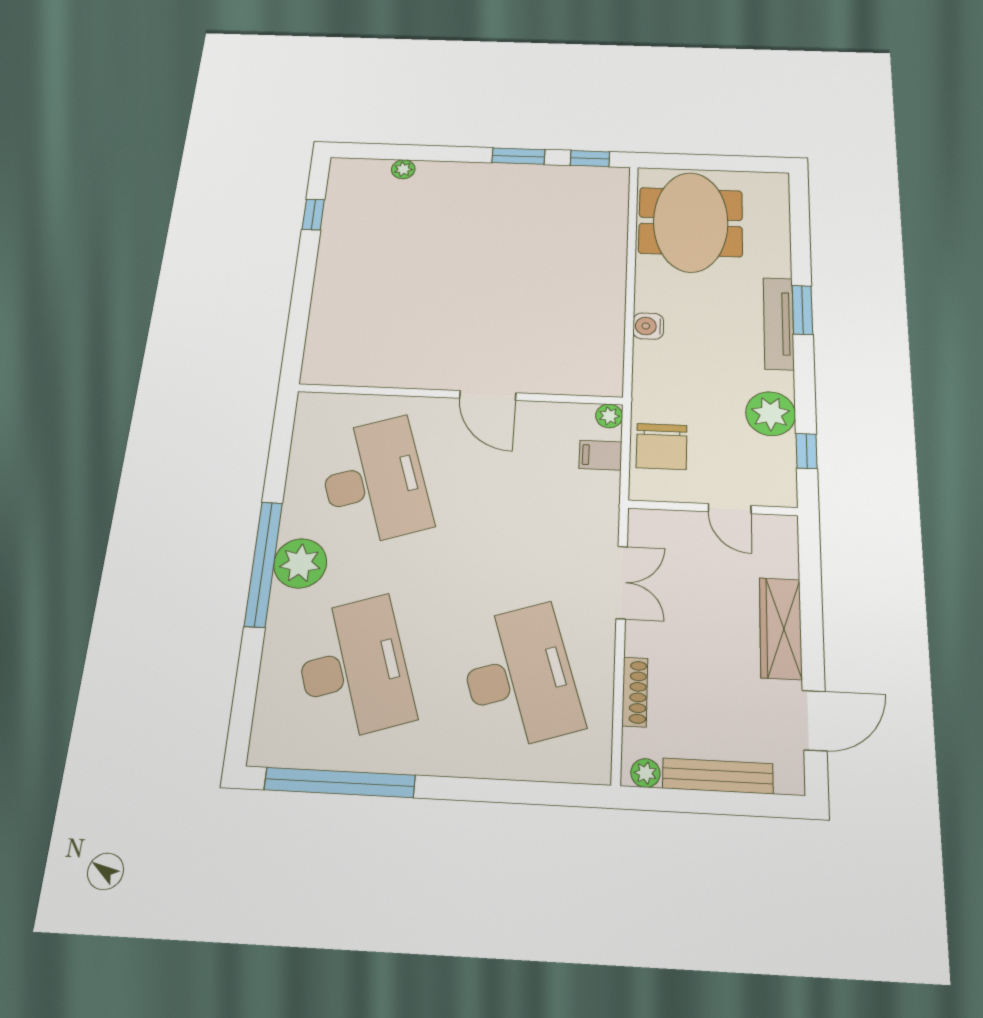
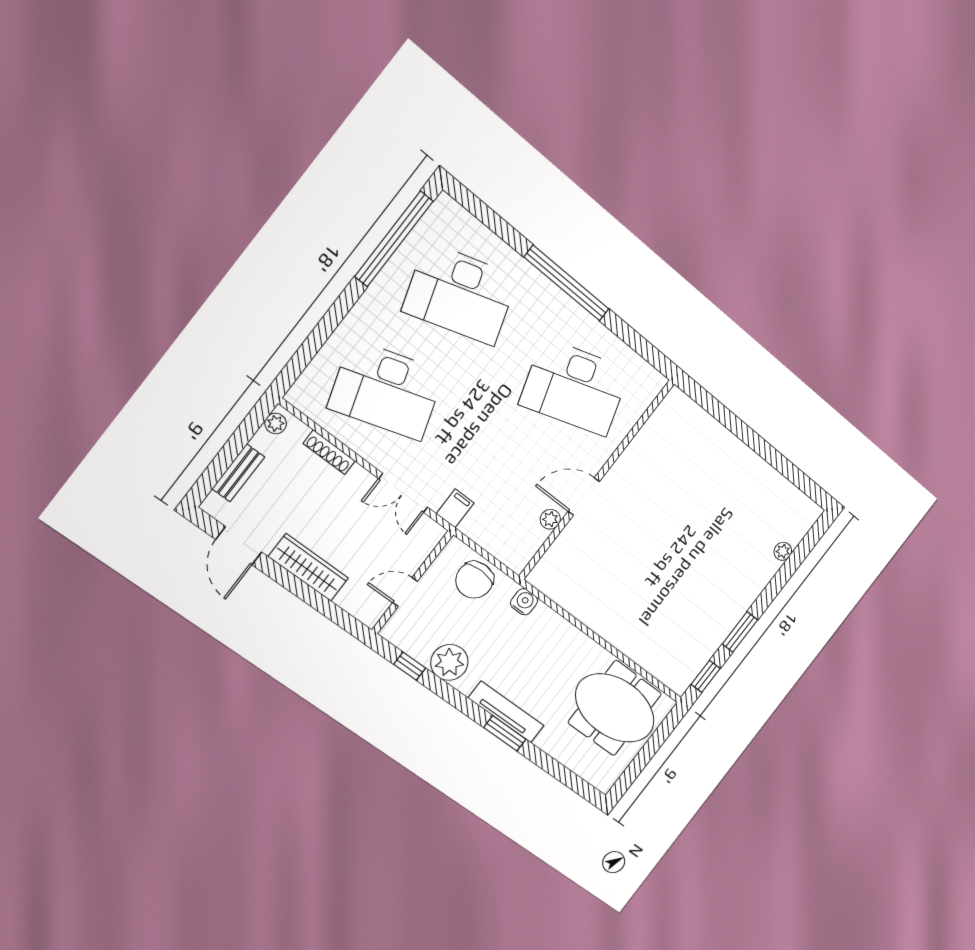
window: (313, 215) -> (790, 472), removed
water cooler: (648, 326) -> (524, 602), moved
plant: (609, 416) -> (550, 519), moved
chair: (662, 446) -> (474, 580), turned -90
filing cabinet: (600, 455) -> (455, 508), moved
plant: (300, 563) -> (551, 306), removed
bench: (718, 776) -> (238, 473), width x0.73

